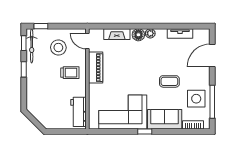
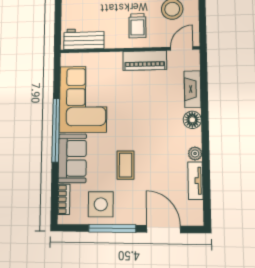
plant: (150, 33) -> (195, 153), moved
window: (212, 102) -> (112, 228), moved
window: (145, 131) -> (56, 130), width x3.17

